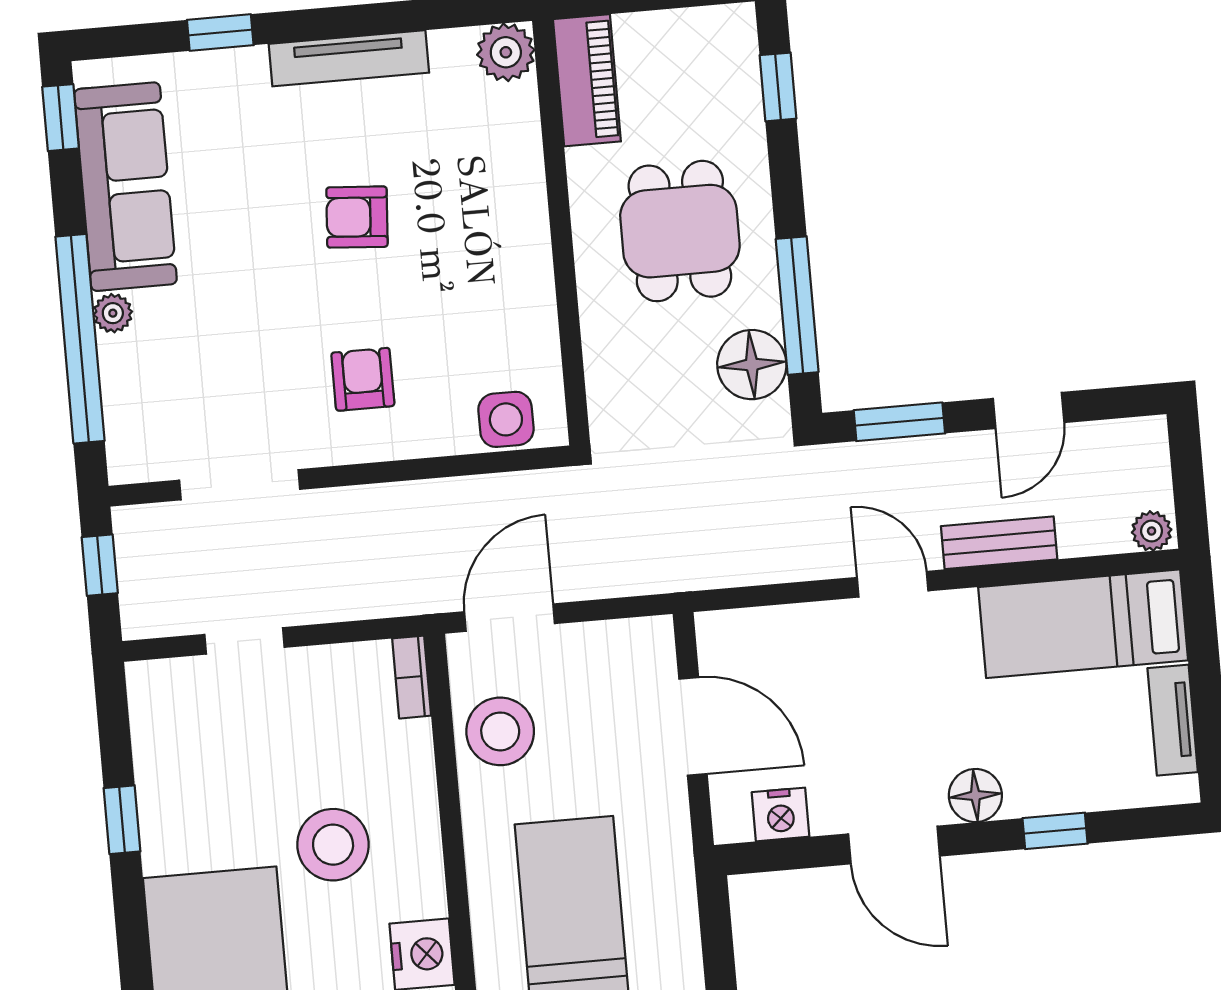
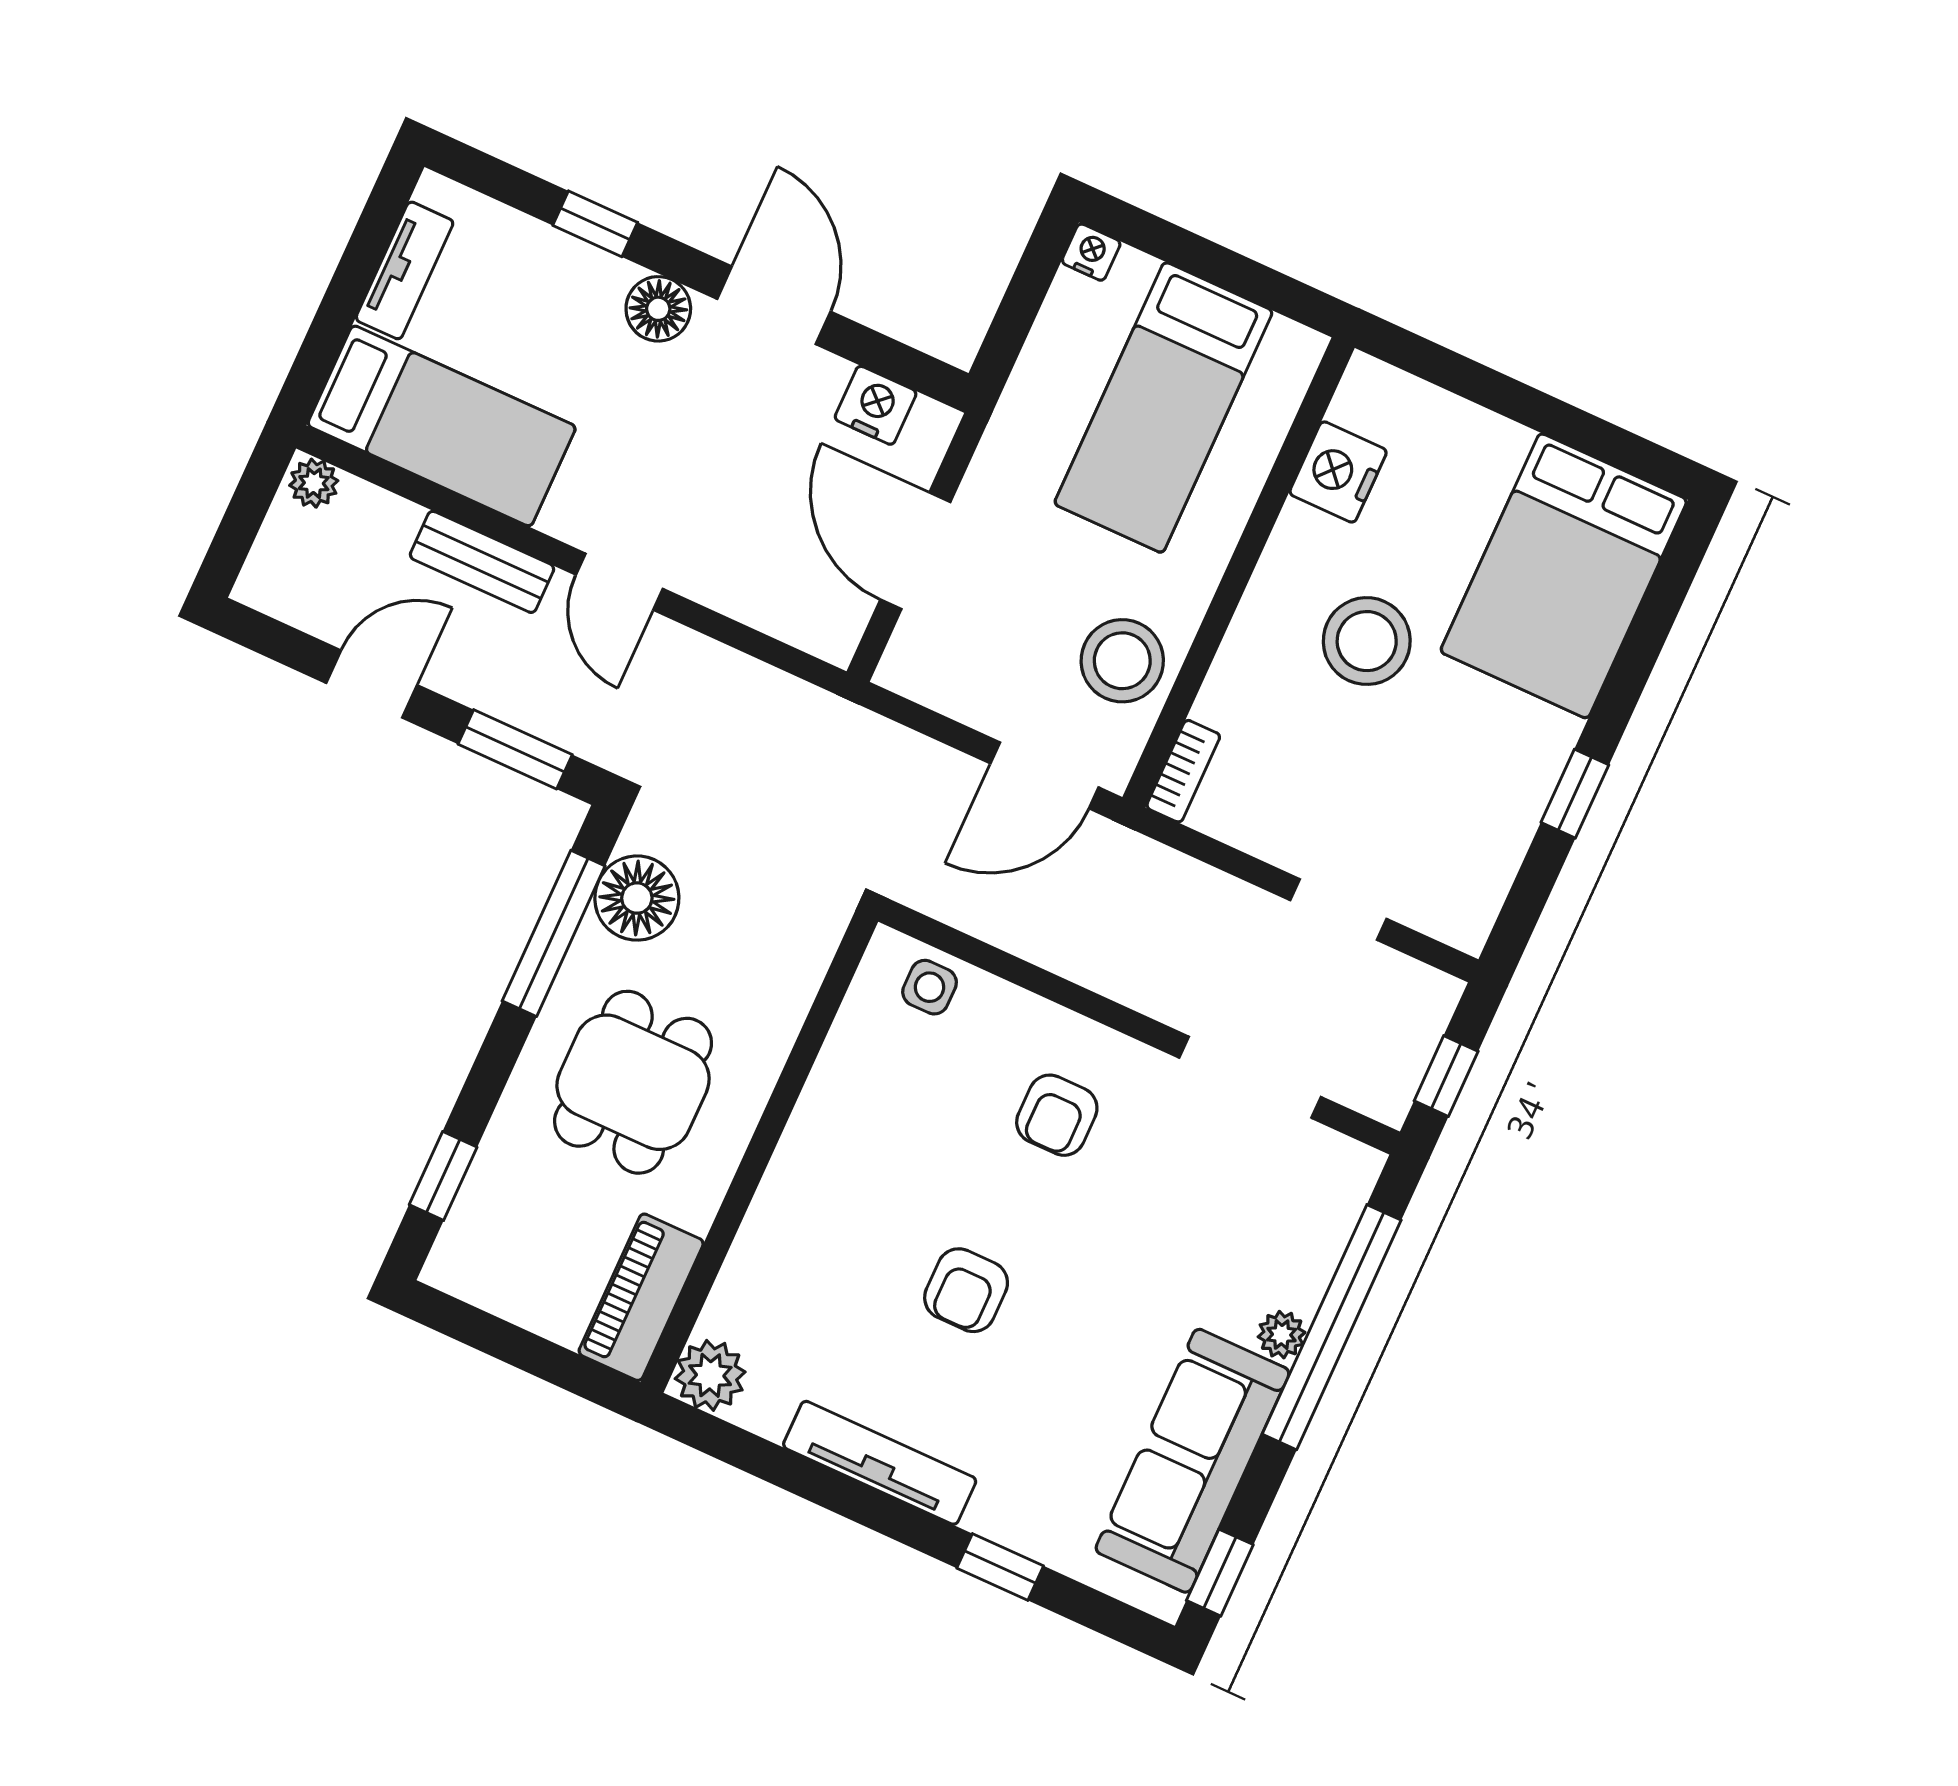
armchair: (357, 217) -> (966, 1290), turned 86
side table: (506, 419) -> (930, 987), width x0.73, depth x0.73

